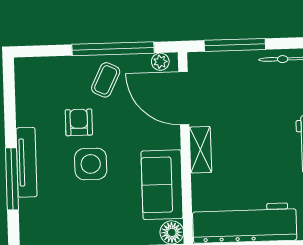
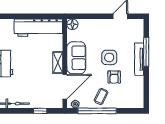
window: (235, 45) -> (40, 111), width x0.46
door: (184, 98) -> (65, 87), hinge flipped
sofa: (162, 185) -> (76, 58), moved

